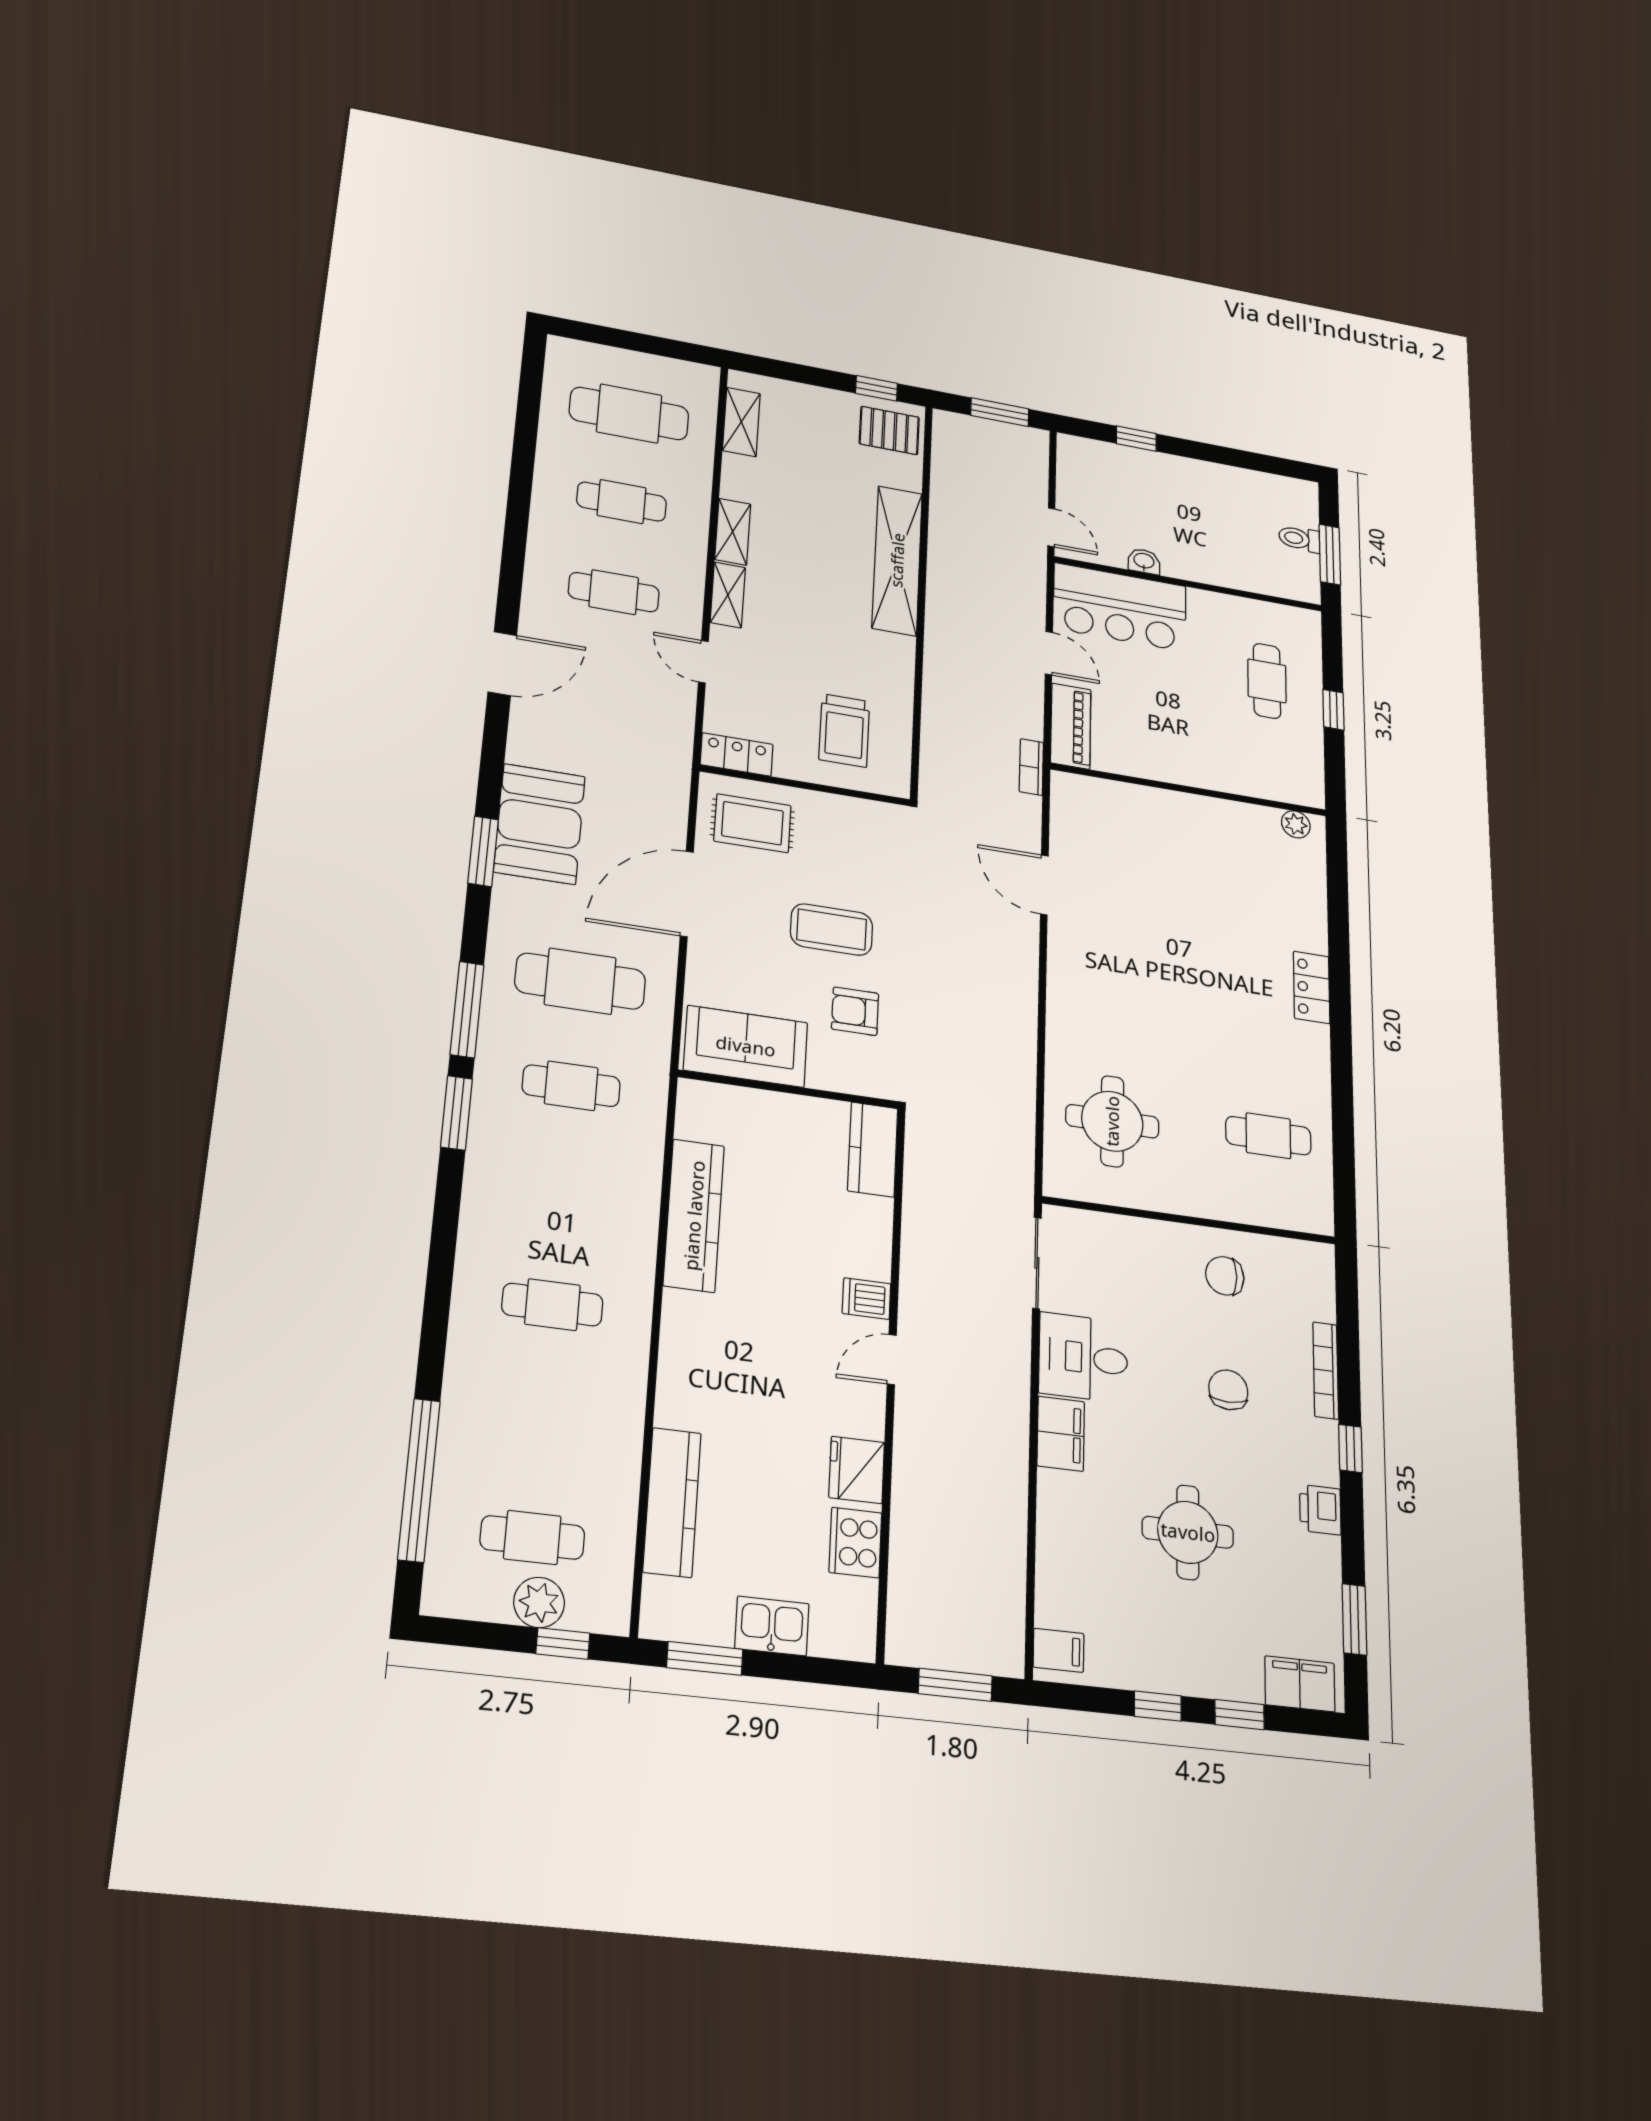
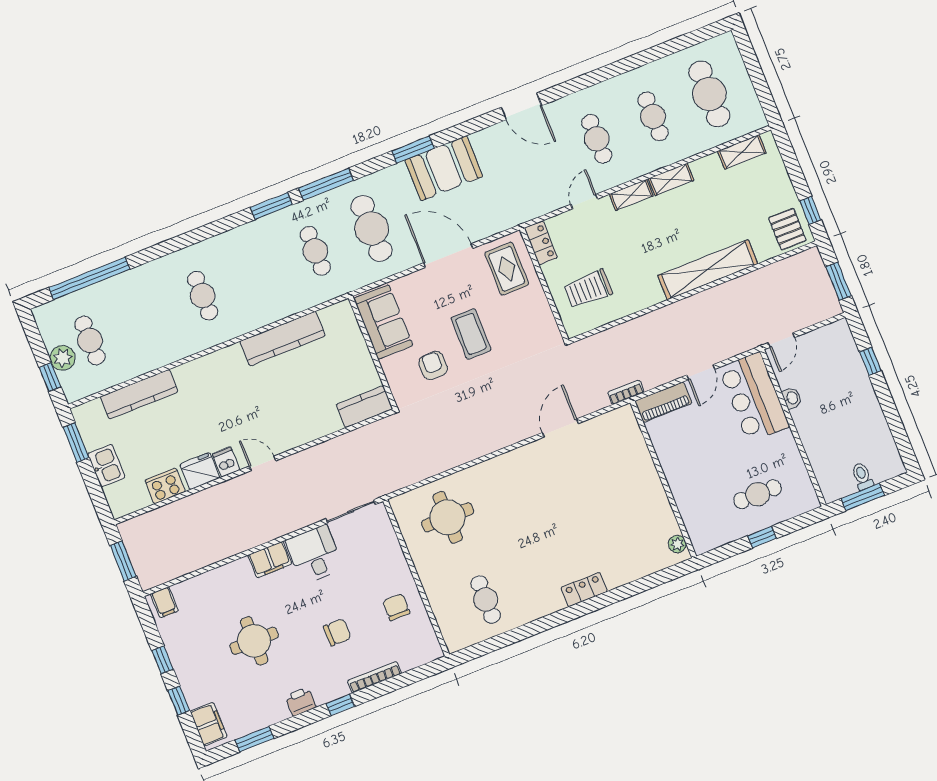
dishwasher: (866, 1299) -> (226, 462), moved

